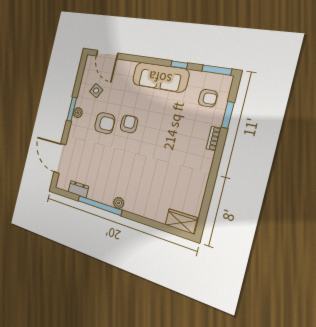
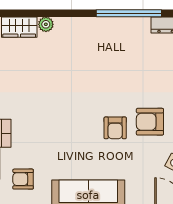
plant: (119, 203) -> (46, 24), moved

